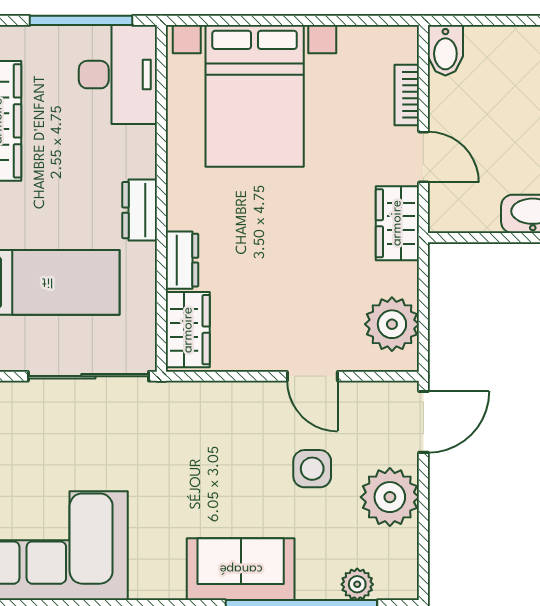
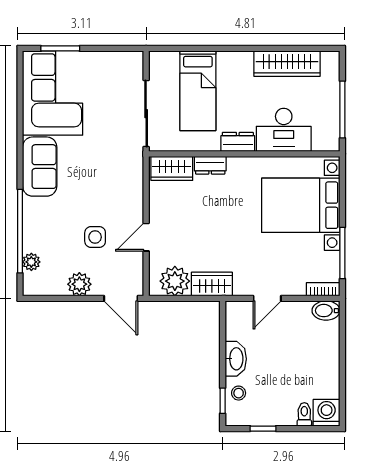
window: (341, 20) -> (342, 253), added
desk: (118, 75) -> (284, 130), moved
bookcase: (407, 95) -> (323, 289), moved
wardrobe: (397, 223) -> (212, 284), moved
plant: (390, 497) -> (79, 284), width x0.73, depth x0.73
sofa: (241, 569) -> (40, 167), moved

